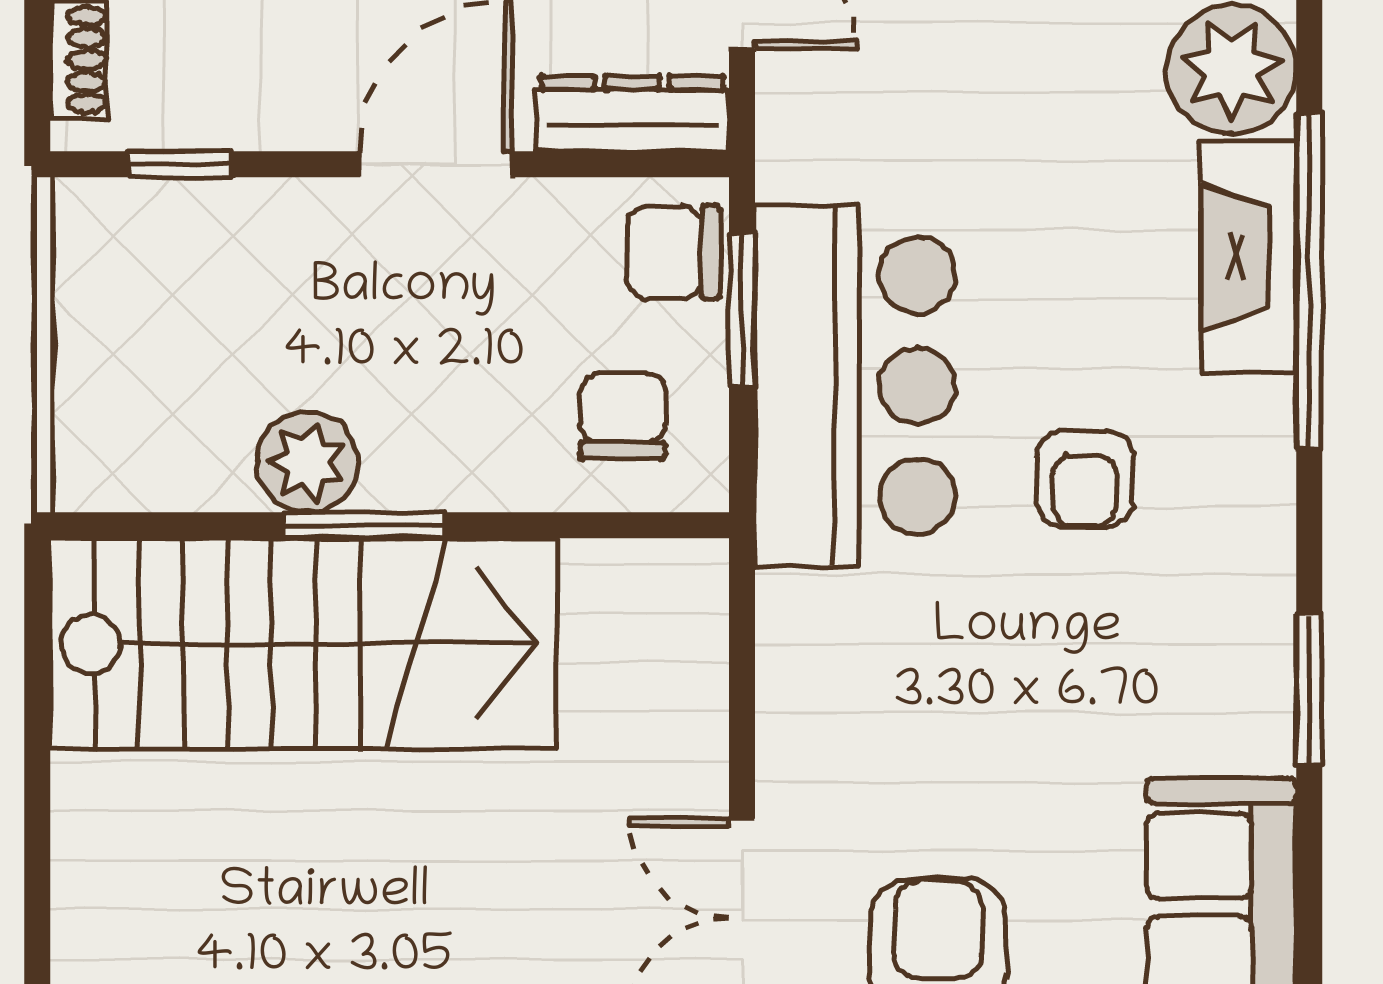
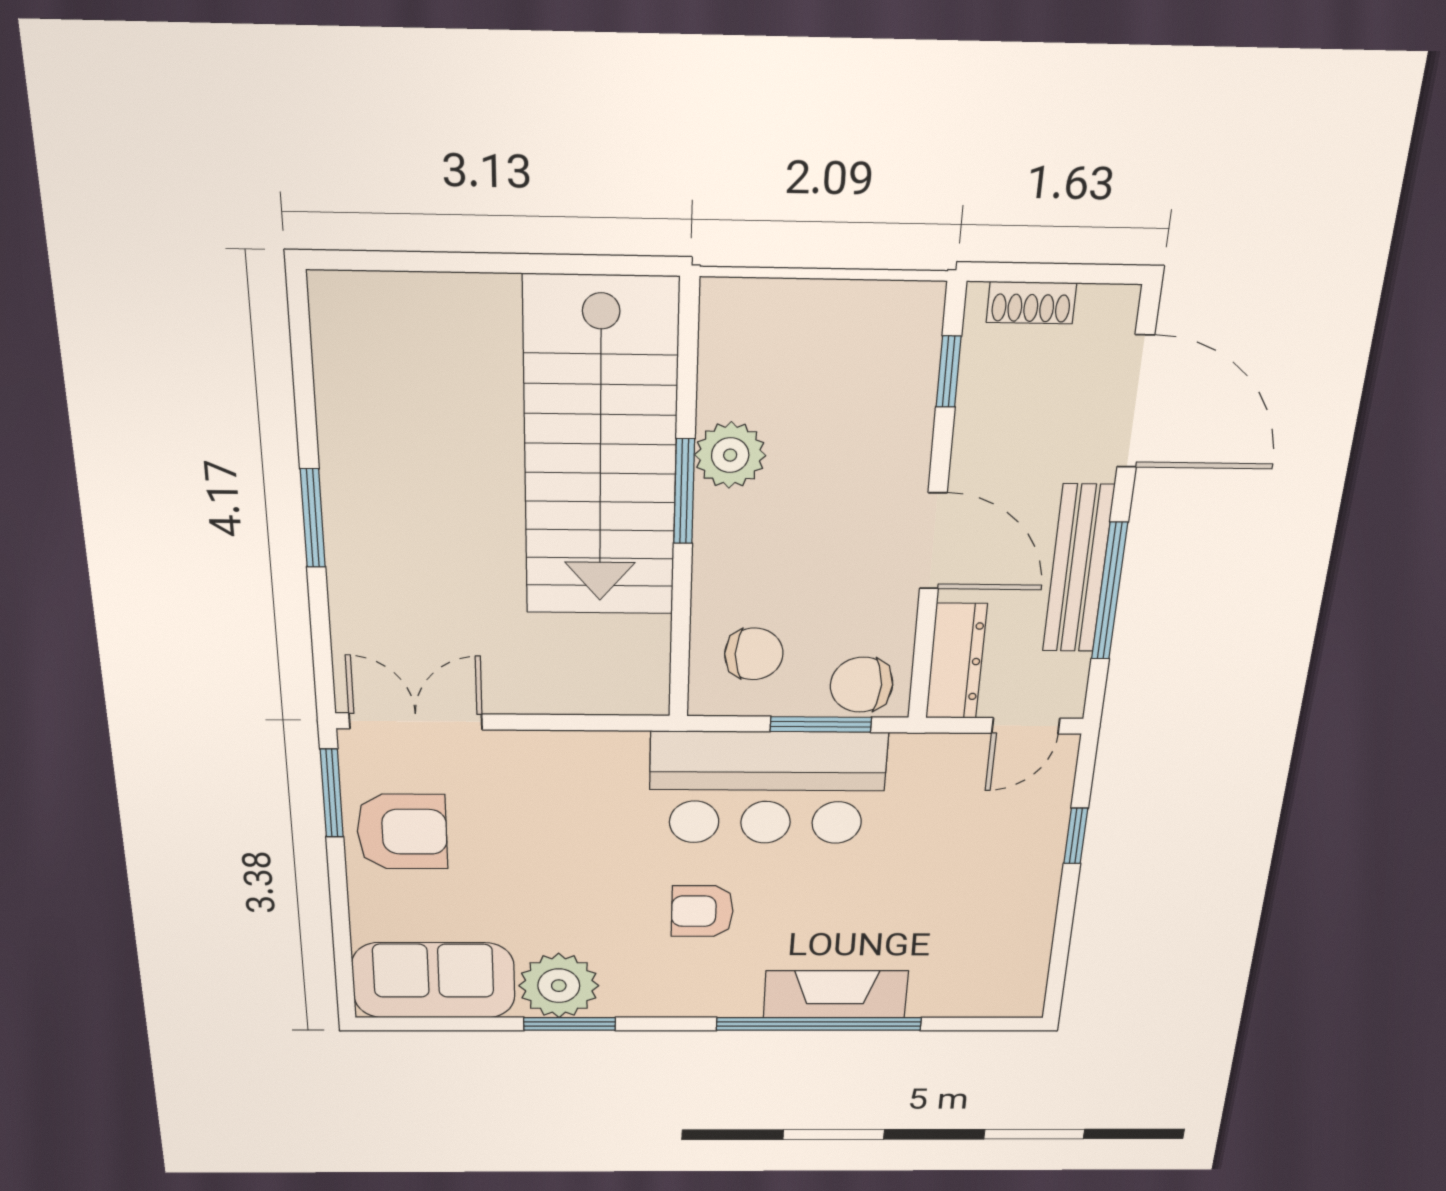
plant: (1232, 69) -> (559, 986), moved
chair: (673, 252) -> (862, 685), turned -90

